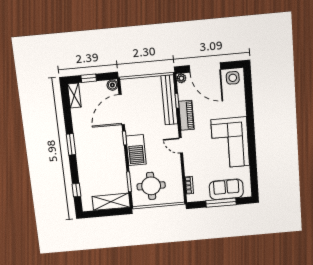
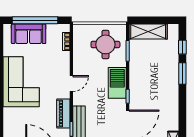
window: (71, 144) -> (182, 74), moved
door: (181, 145) -> (71, 84), hinge flipped
window: (221, 203) -> (35, 20), width x1.46

